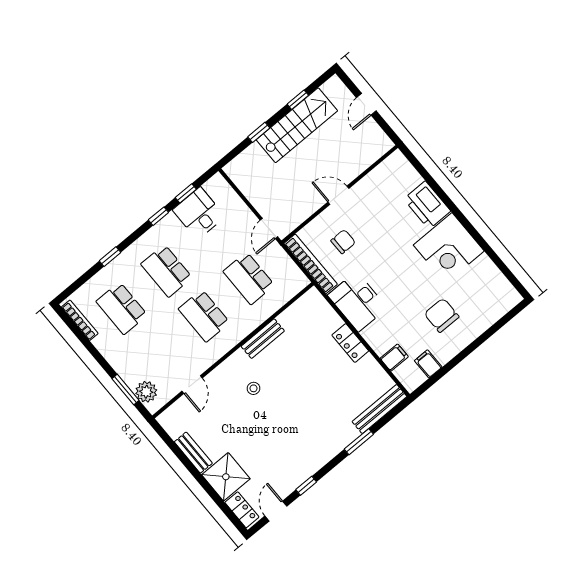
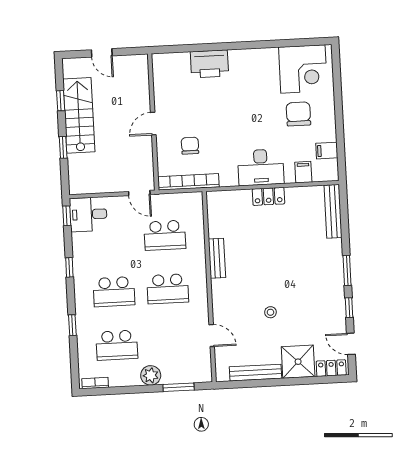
window: (186, 193) -> (67, 216), moved
desk: (199, 213) -> (88, 214), moved
corner desk: (449, 248) -> (303, 69), moved
desk: (357, 302) -> (261, 167), moved
chair: (442, 315) -> (298, 114), turned 90
bookcase: (80, 320) -> (95, 383), width x0.64
stool: (254, 388) -> (270, 312), moved
plant: (146, 392) -> (151, 375), moved
window: (359, 442) -> (347, 270), moved
bench: (193, 453) -> (255, 373), width x1.36

